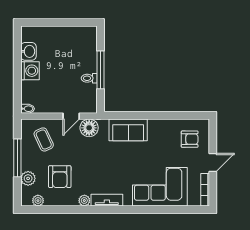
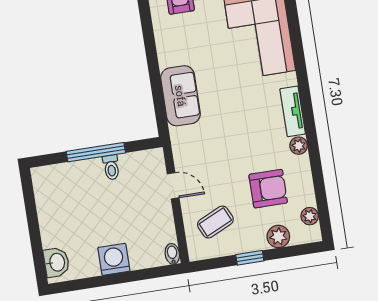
washbasin: (28, 51) -> (56, 262), moved, turned 90
floor lamp: (89, 128) -> (187, 156), removed
window: (17, 158) -> (250, 258), width x0.46

